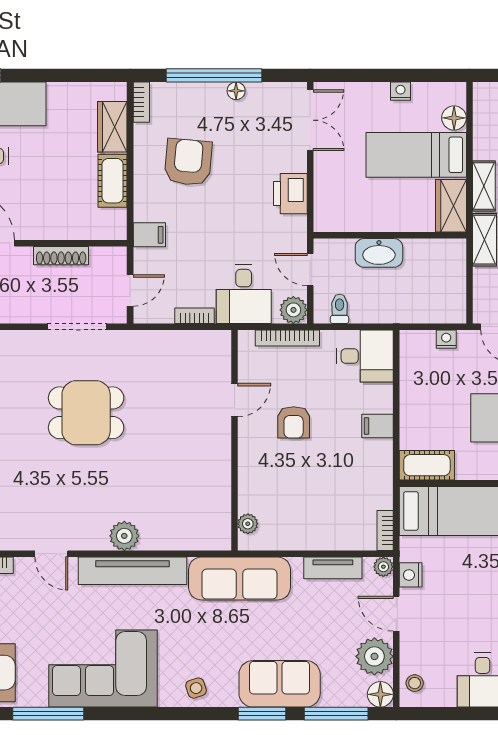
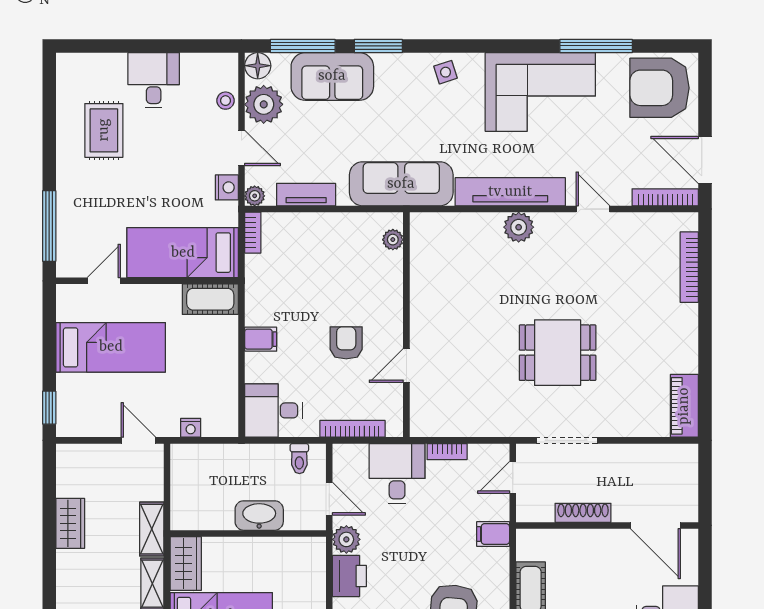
plant: (293, 310) -> (346, 539), moved
stool: (415, 683) -> (226, 101), moved
sofa: (280, 684) -> (332, 76), moved

